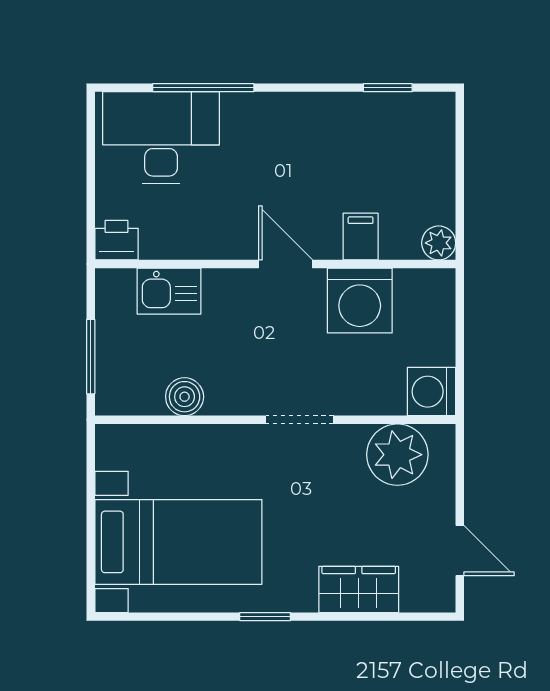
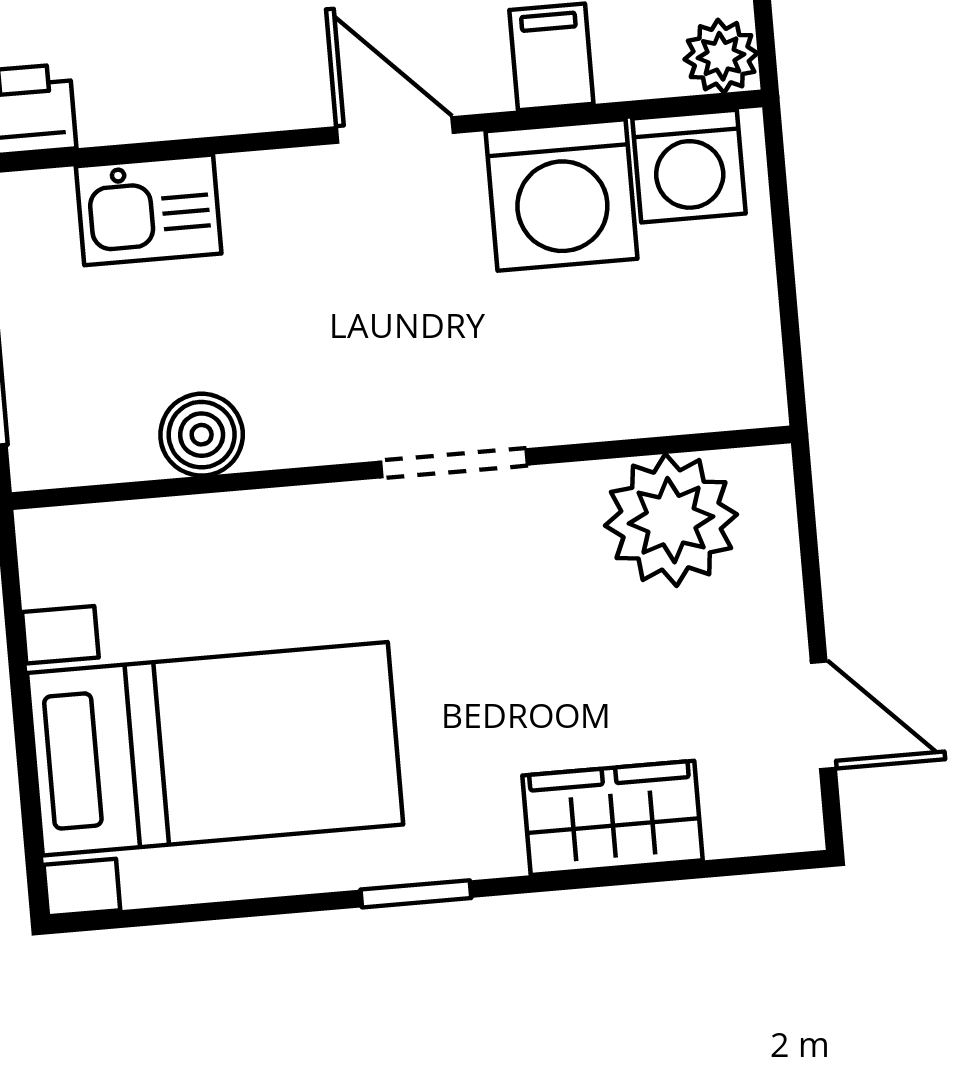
washing machine: (432, 392) -> (689, 166), moved, turned -90

